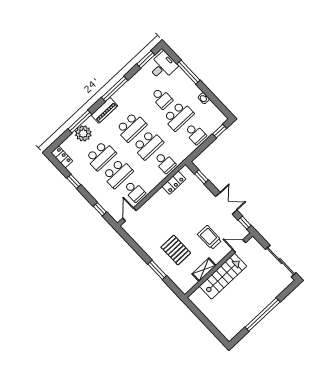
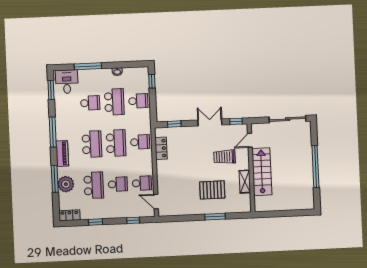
school desk: (118, 173) -> (118, 184), width x0.54

